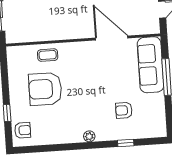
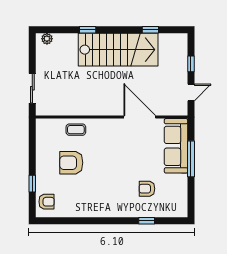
armchair: (45, 89) -> (71, 163), width x0.73, depth x0.73
plant: (89, 136) -> (111, 212), removed

